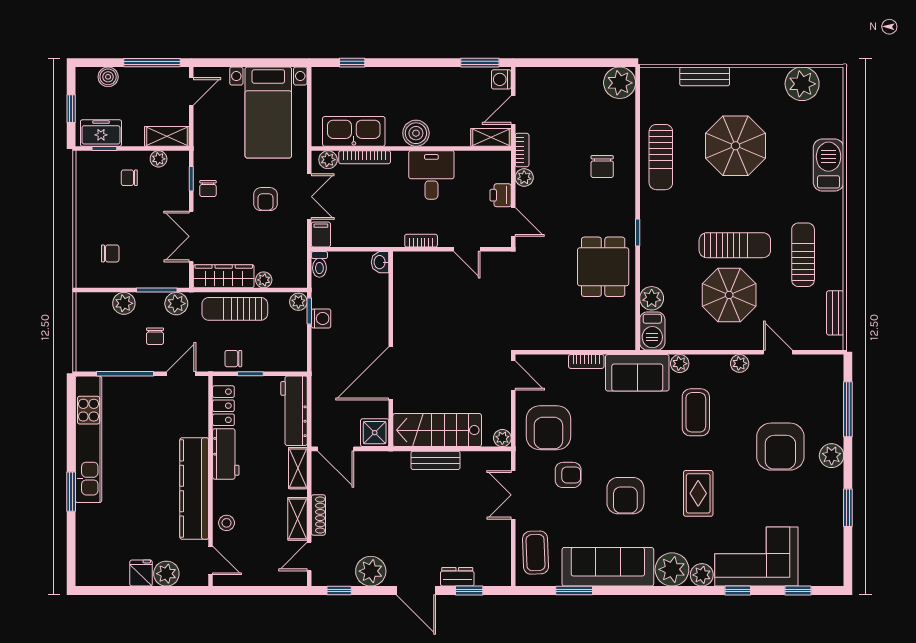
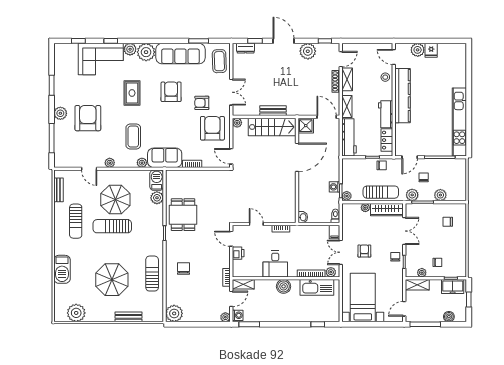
plant: (524, 178) -> (225, 317), moved
window: (71, 492) -> (469, 94), removed
dresser: (457, 577) -> (246, 48), moved

